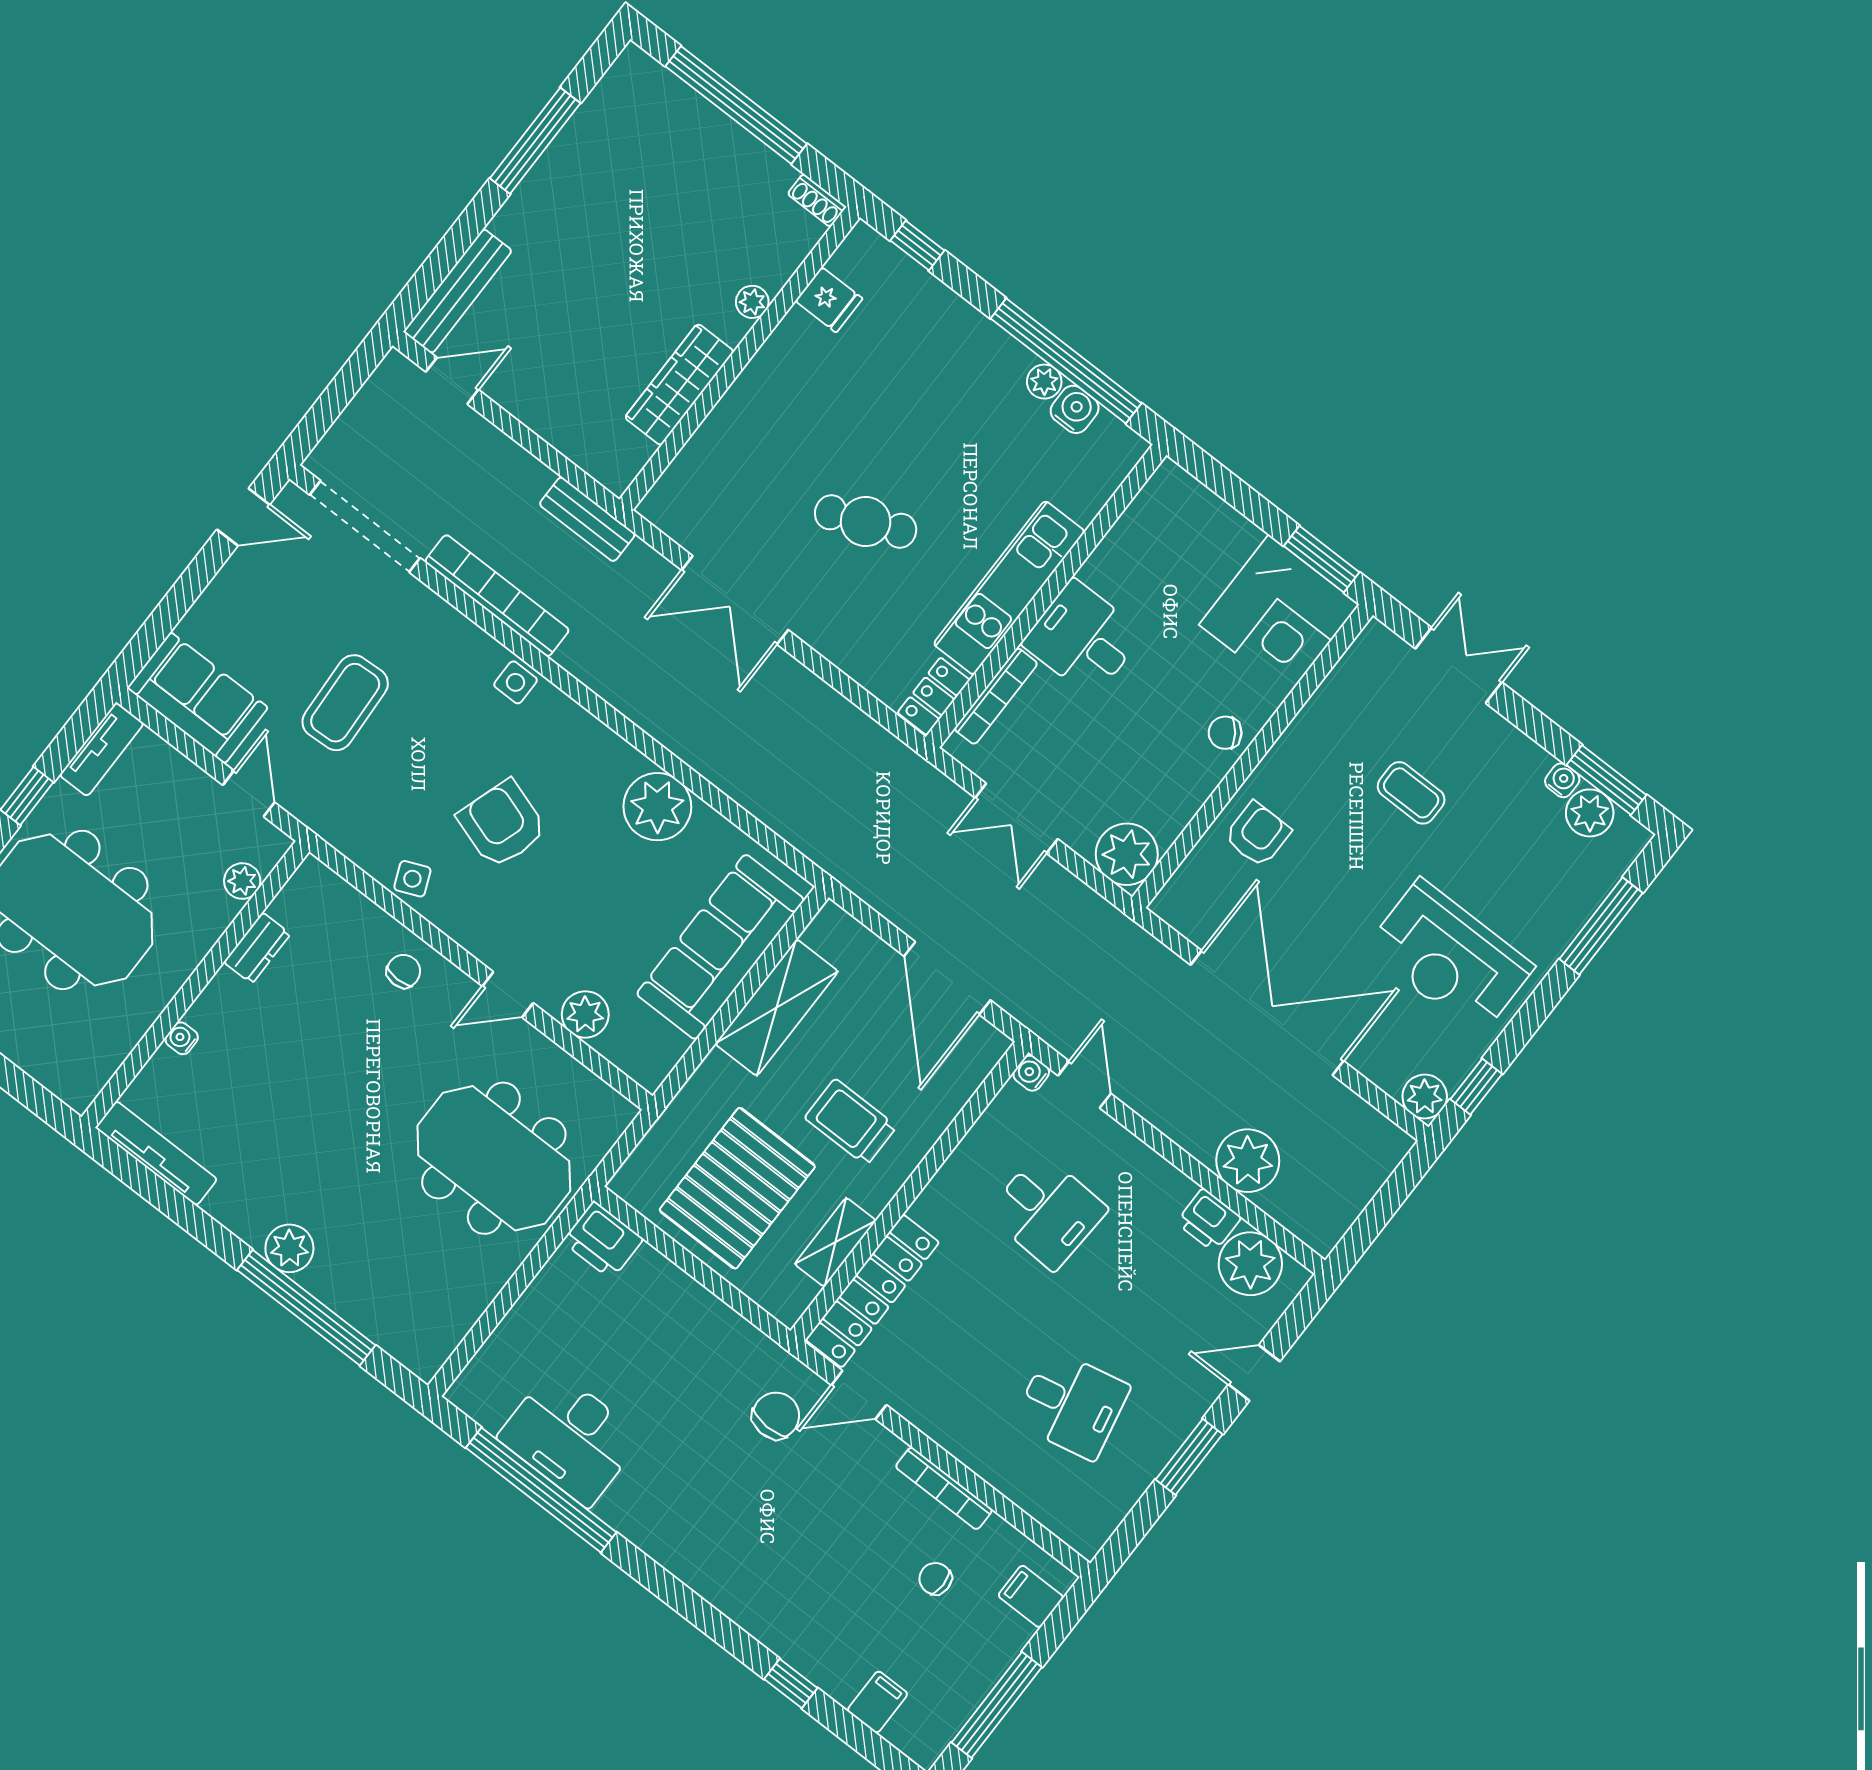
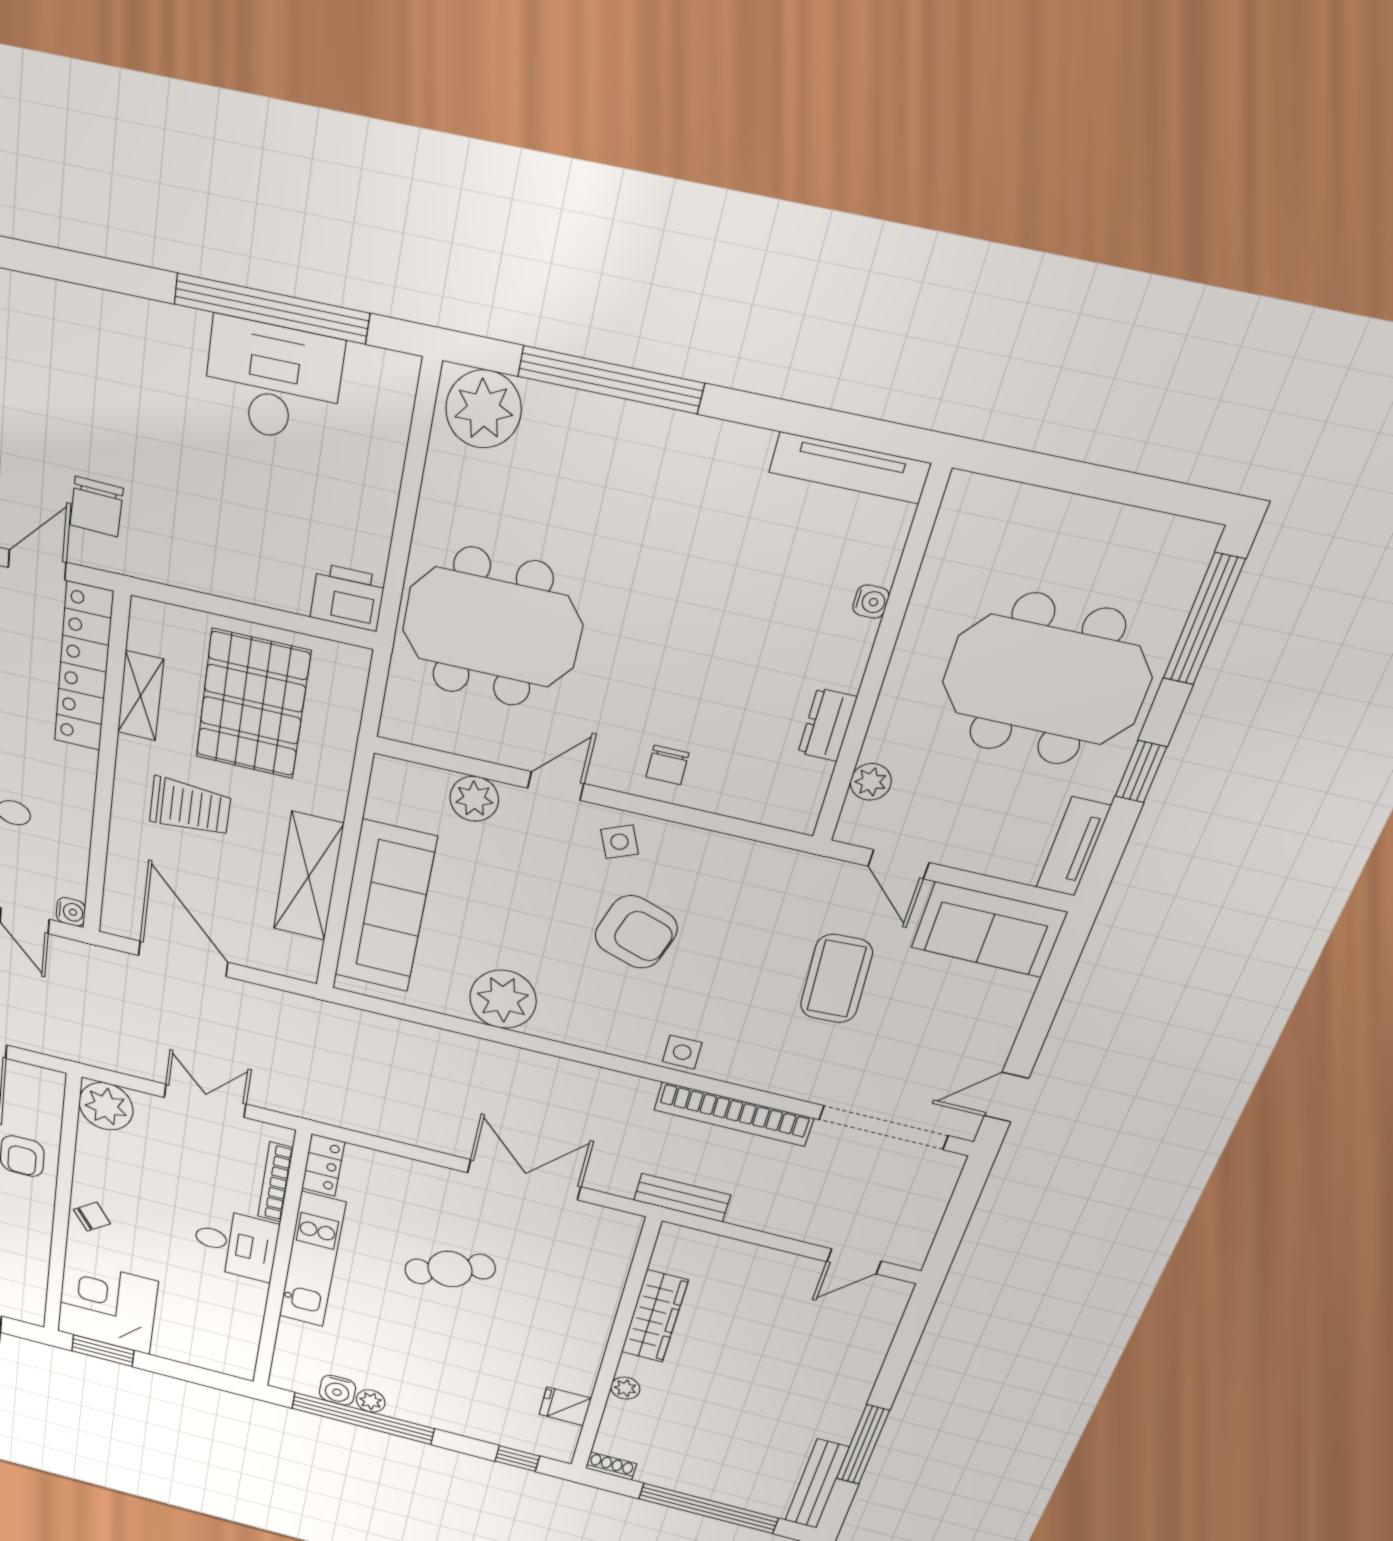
bench: (458, 291) -> (817, 1484), moved
side table: (412, 879) -> (620, 842), moved
plant: (289, 1248) -> (483, 409), moved, width x1.36, depth x1.36

